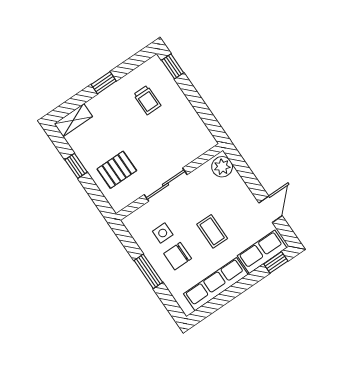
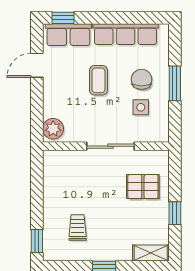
chair: (178, 256) -> (142, 79), turned -90

